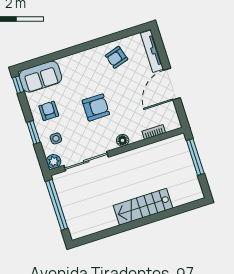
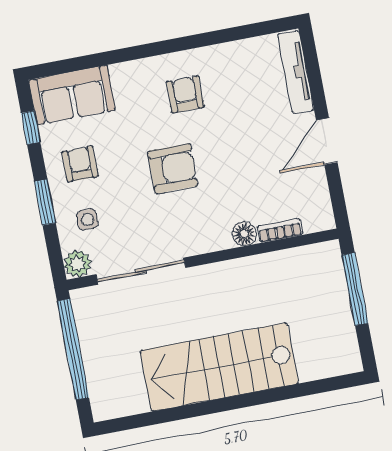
armchair: (117, 57) -> (185, 94), moved, turned 107
door: (172, 84) -> (327, 141), width x0.73
window: (18, 85) -> (31, 128), moved
floor lamp: (123, 140) -> (244, 234), moved
stairs: (143, 207) -> (219, 367), width x1.36, depth x1.51

